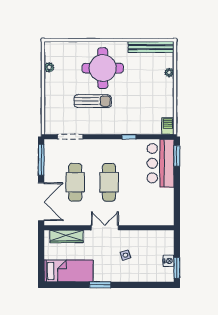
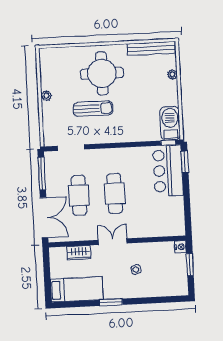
plant: (49, 67) -> (46, 96), moved
barbecue: (168, 126) -> (170, 123), width x1.88, depth x1.53
window: (129, 137) -> (168, 143), moved
wardrobe: (67, 236) -> (79, 253), width x0.67
nightstand: (169, 261) -> (180, 247), moved
window: (177, 268) -> (190, 265), moved

